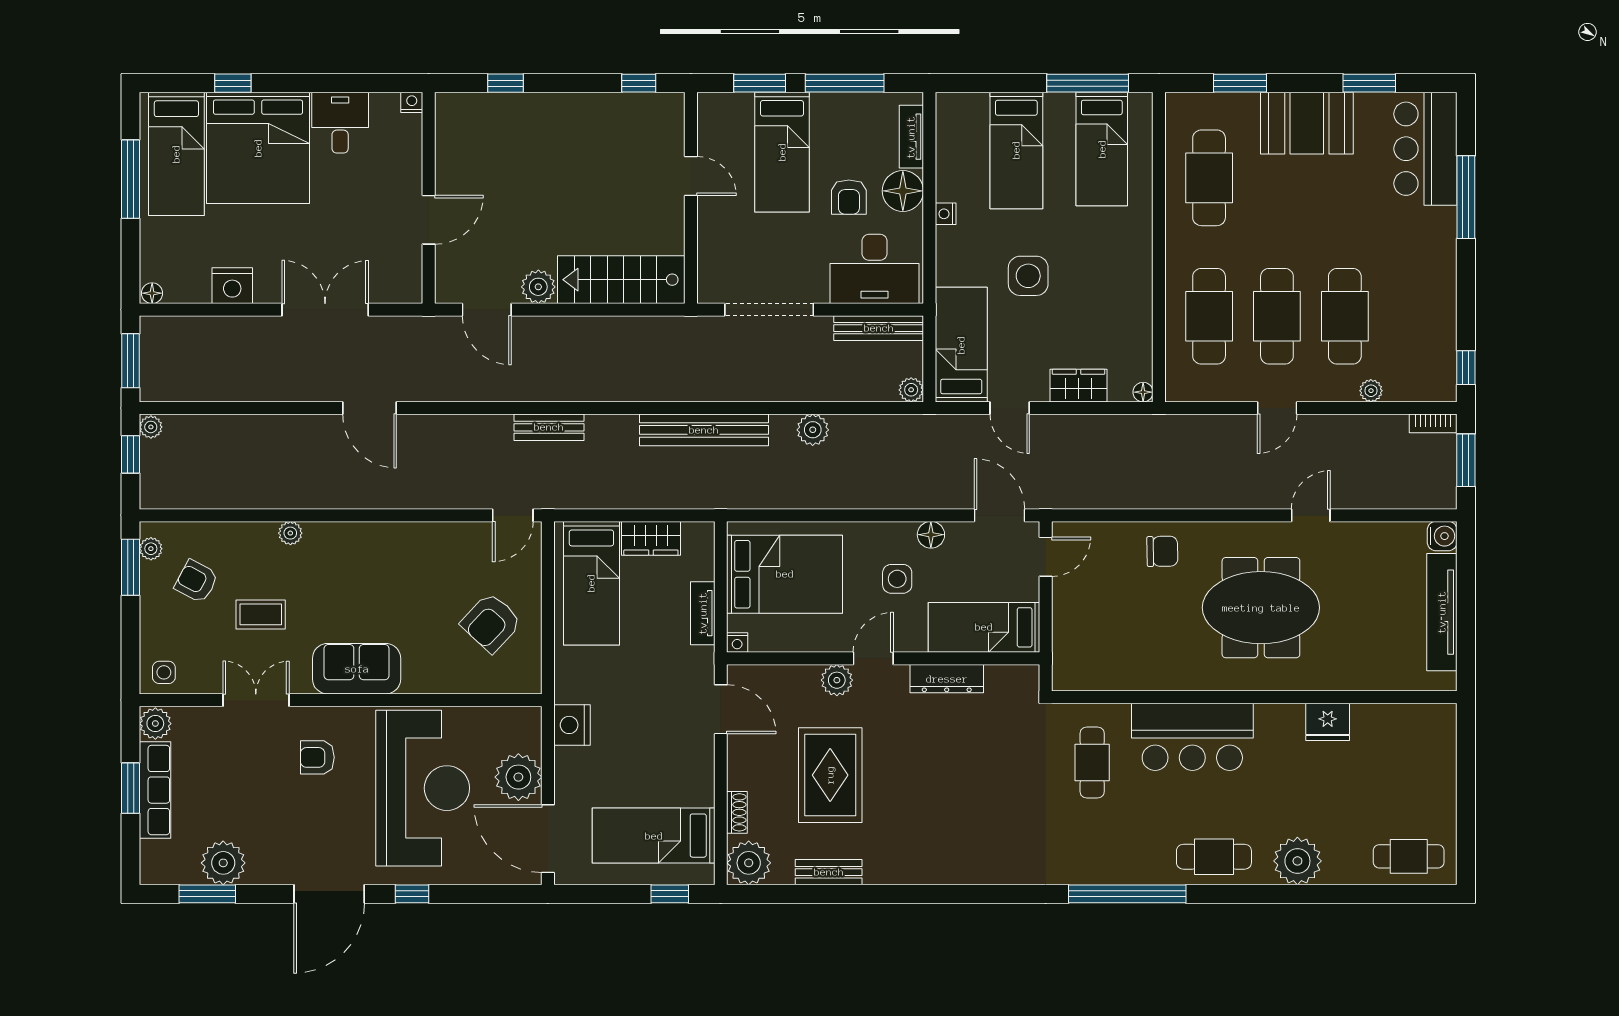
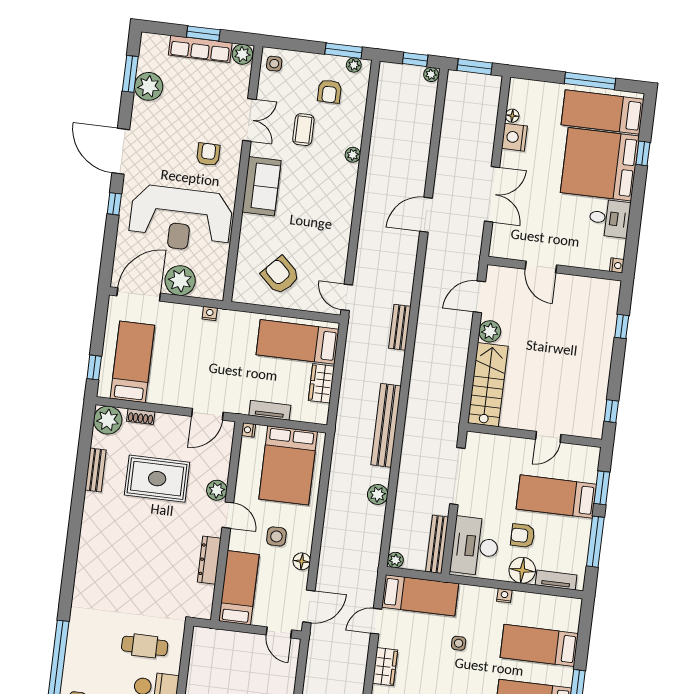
side table: (1028, 276) -> (459, 643), width x0.54, depth x0.54
floor lamp: (152, 293) -> (512, 116), moved
armchair: (196, 581) -> (330, 91), turned 152
nightstand: (572, 725) -> (210, 313), width x0.53, depth x0.56

